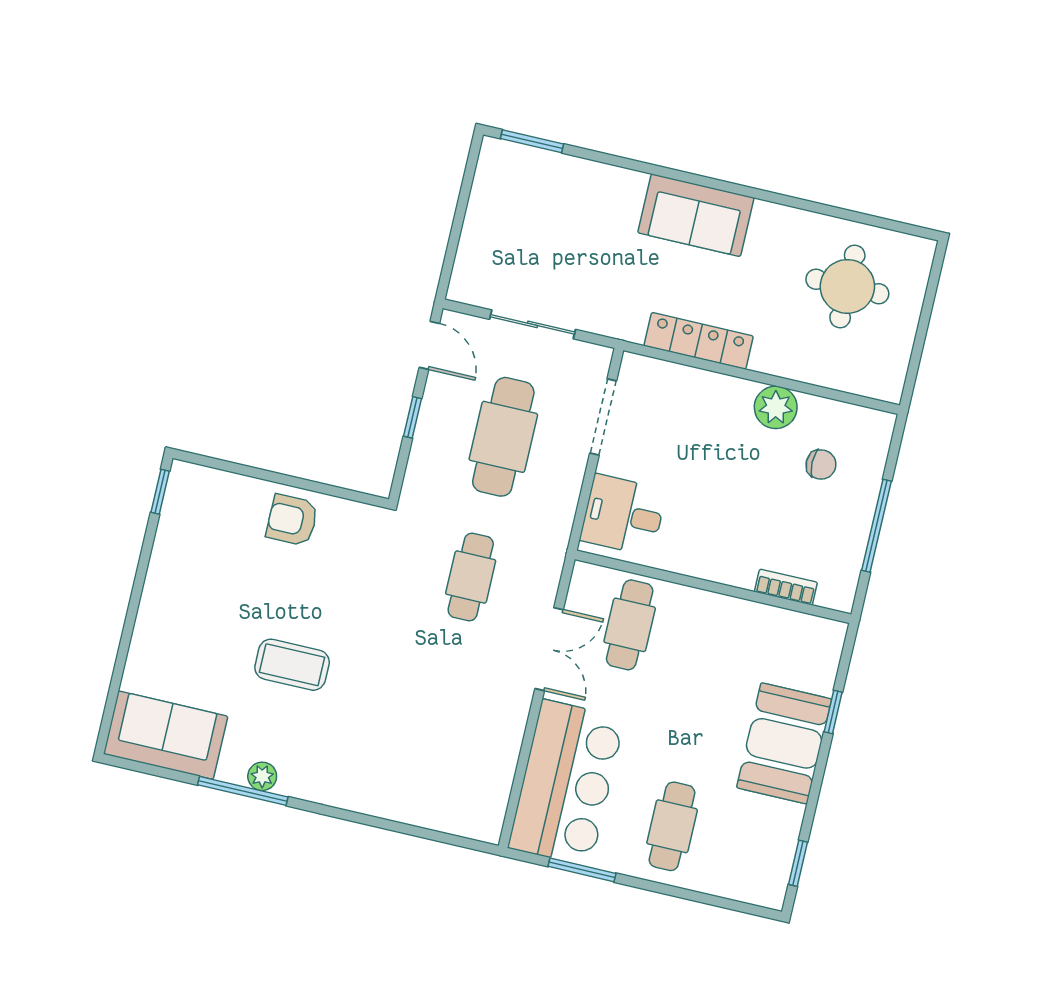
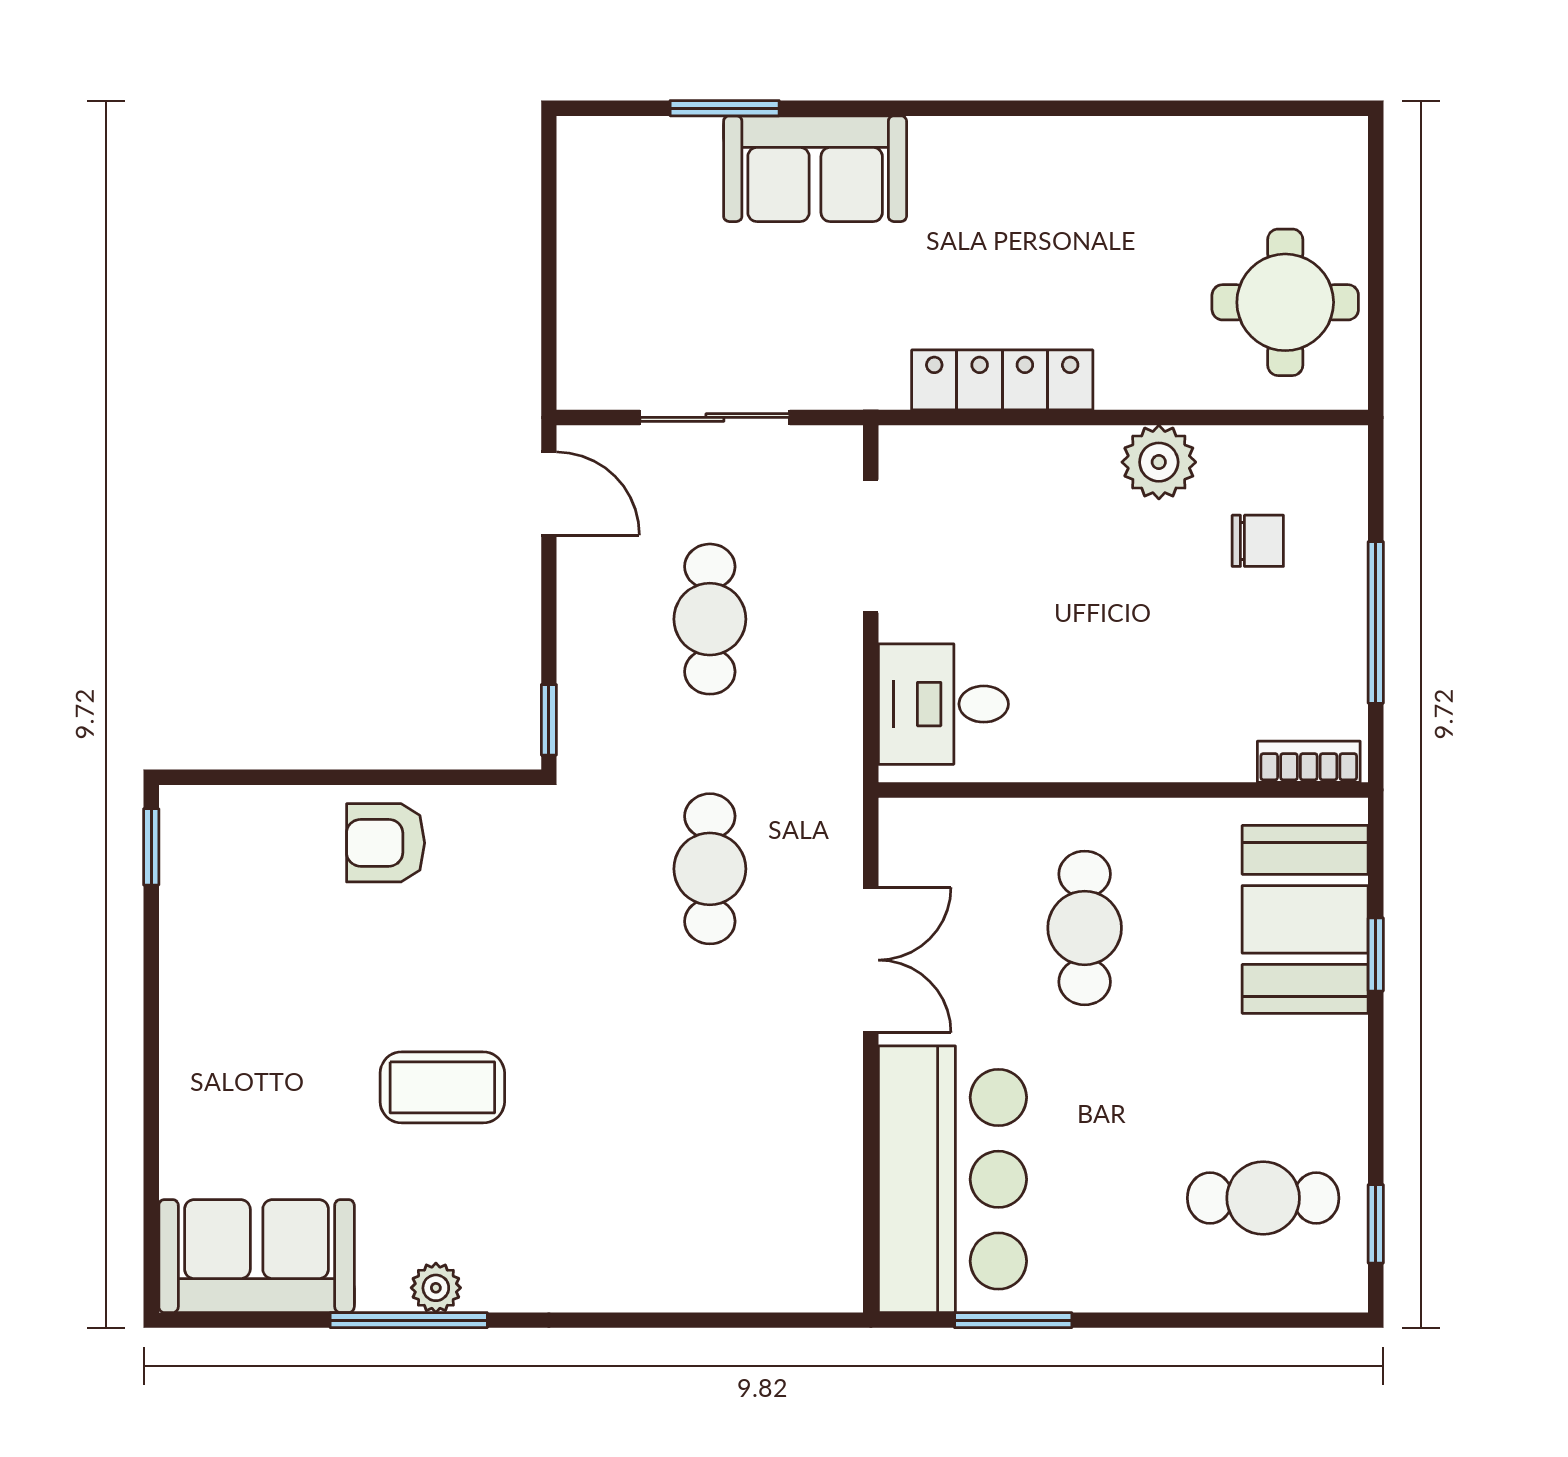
window: (532, 141) -> (725, 108), moved
sofa: (696, 215) -> (815, 169), moved
round table: (847, 286) -> (1285, 302), moved
window: (413, 417) -> (549, 720), moved
cafe table: (503, 437) -> (710, 619), width x0.73, depth x0.74
bookcase: (786, 587) -> (1309, 762), moved
cafe table: (630, 625) -> (1085, 928), moved
booth: (784, 743) -> (1305, 919), moved
cafe table: (672, 826) -> (1263, 1198), moved, turned 90

